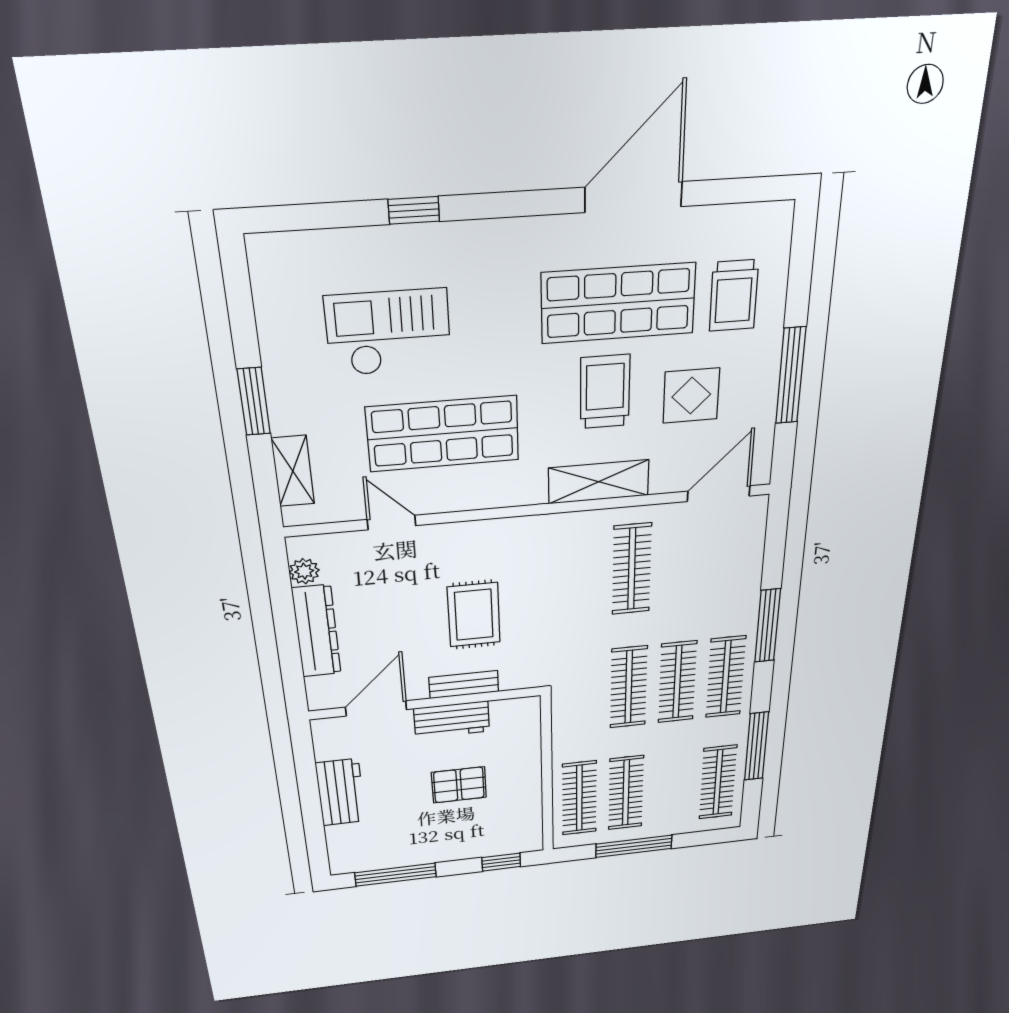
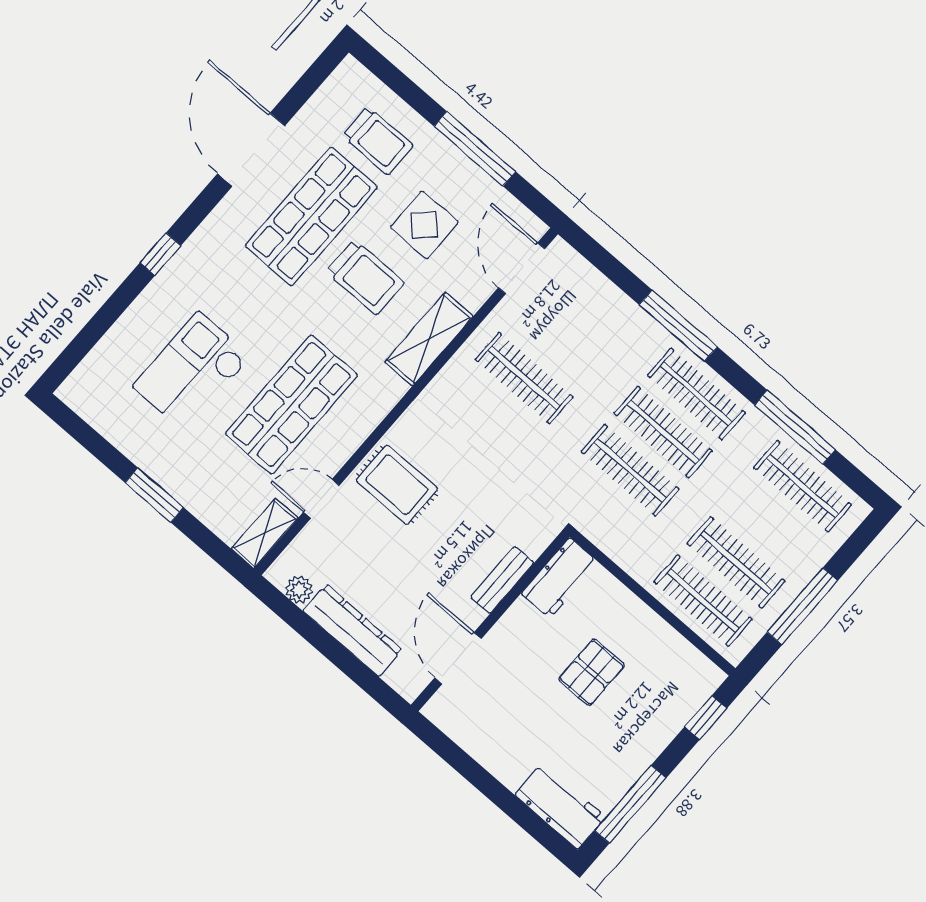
window: (414, 210) -> (160, 254), moved
trolley: (605, 392) -> (365, 277), turned 180
shelving: (293, 471) -> (265, 533), moved, turned 90
rug: (474, 615) -> (397, 485), moved
workbench: (452, 720) -> (560, 578), moved
workbench: (341, 792) -> (560, 806), moved

